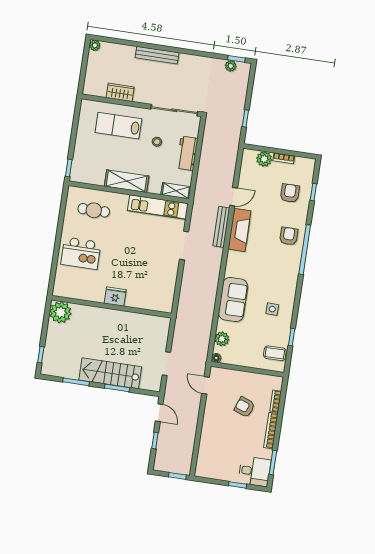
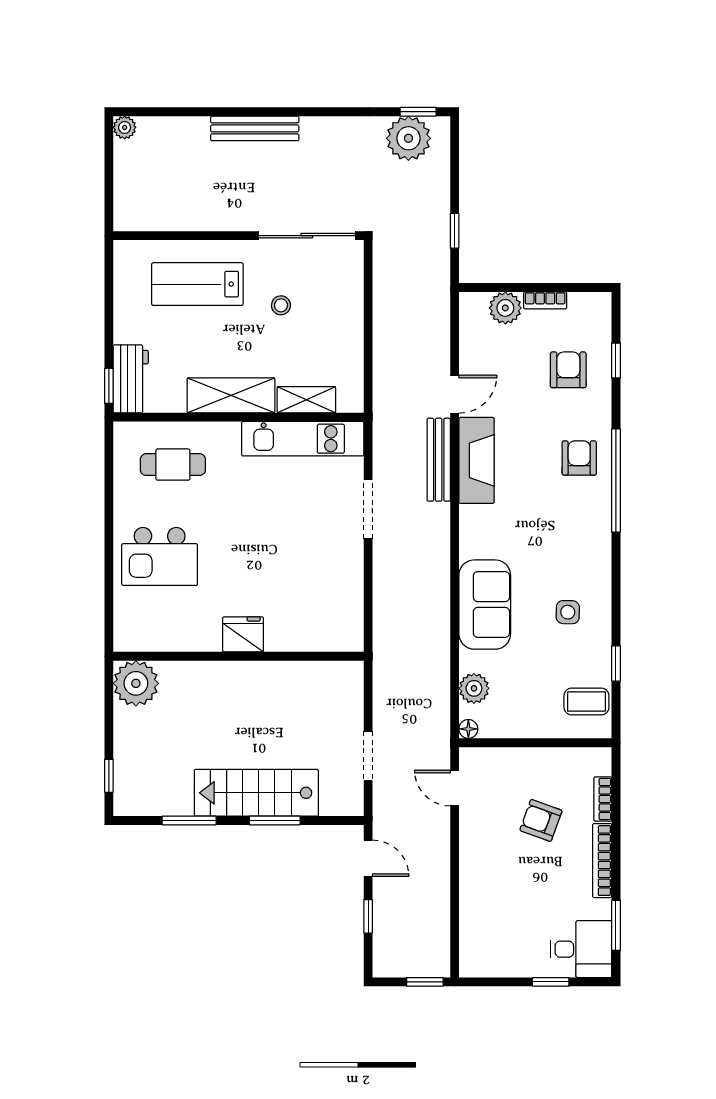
plant: (231, 66) -> (408, 138), width x1.88, depth x1.88
wardrobe: (120, 92) -> (191, 216), removed
workbench: (187, 153) -> (131, 379), moved, turned 180
shelving: (176, 191) -> (306, 400), moved

